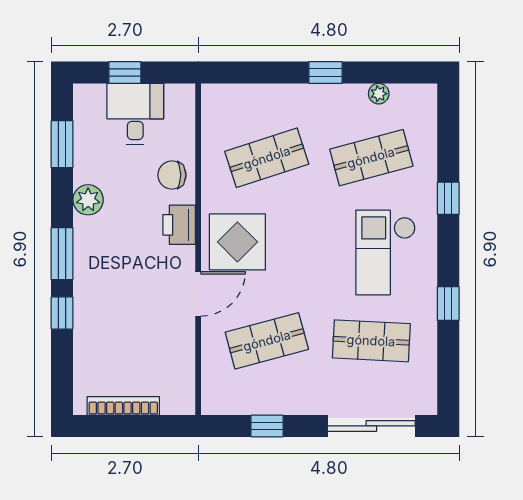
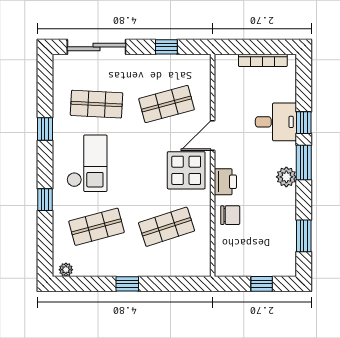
plant: (379, 94) -> (66, 270), moved
desk: (135, 114) -> (276, 122), moved, turned -90
plant: (88, 200) -> (286, 177), moved

